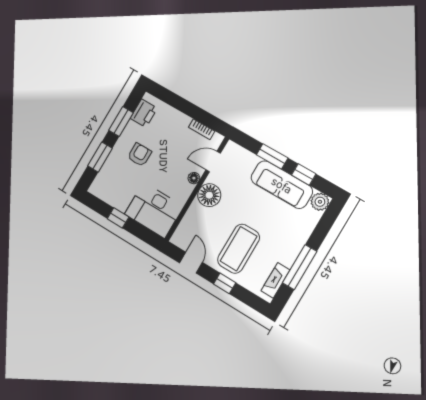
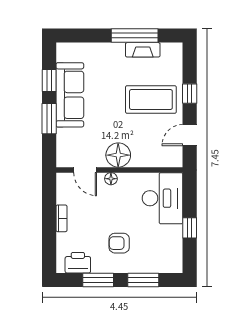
bookcase: (202, 129) -> (62, 218), moved
plant: (320, 202) -> (65, 52), removed
fireplace: (276, 280) -> (143, 50), moved

